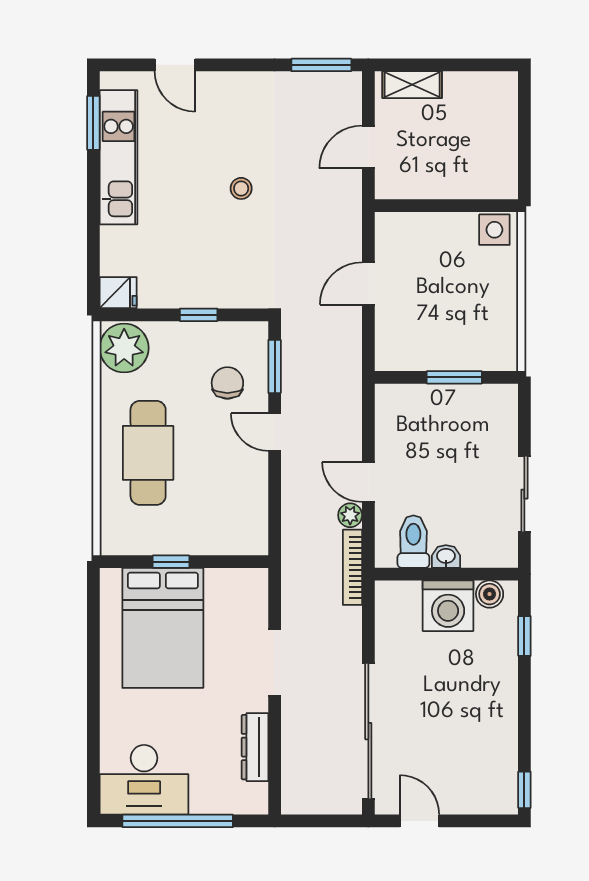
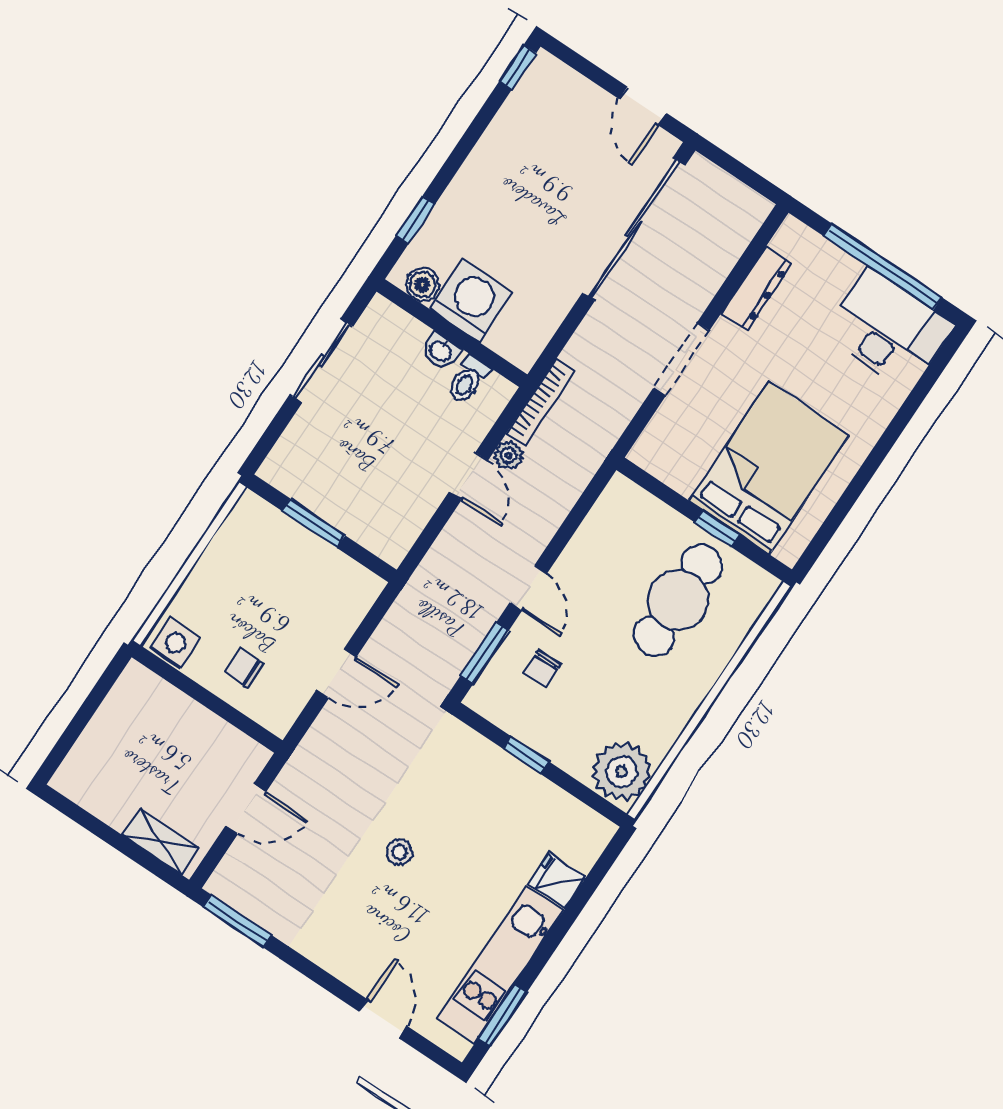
chair: (435, 244) -> (244, 668), added
fridge: (118, 293) -> (557, 880), moved
chair: (227, 383) -> (542, 668), width x0.73, depth x0.73
cafe table: (148, 453) -> (678, 600), moved
toilet: (413, 542) -> (468, 380), width x0.73, depth x0.72

